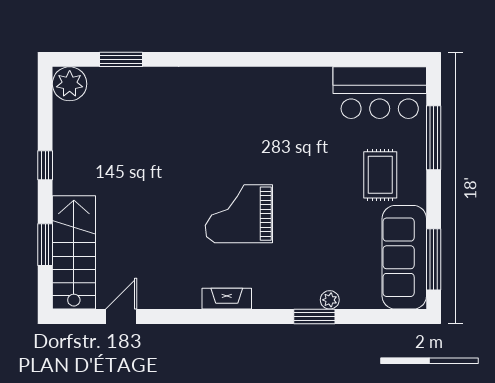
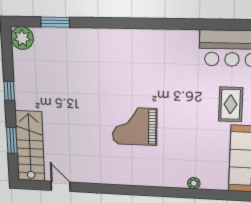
fireplace: (227, 299) -> (127, 179), removed
door: (121, 316) -> (61, 186), hinge flipped
window: (314, 316) -> (183, 193), removed

